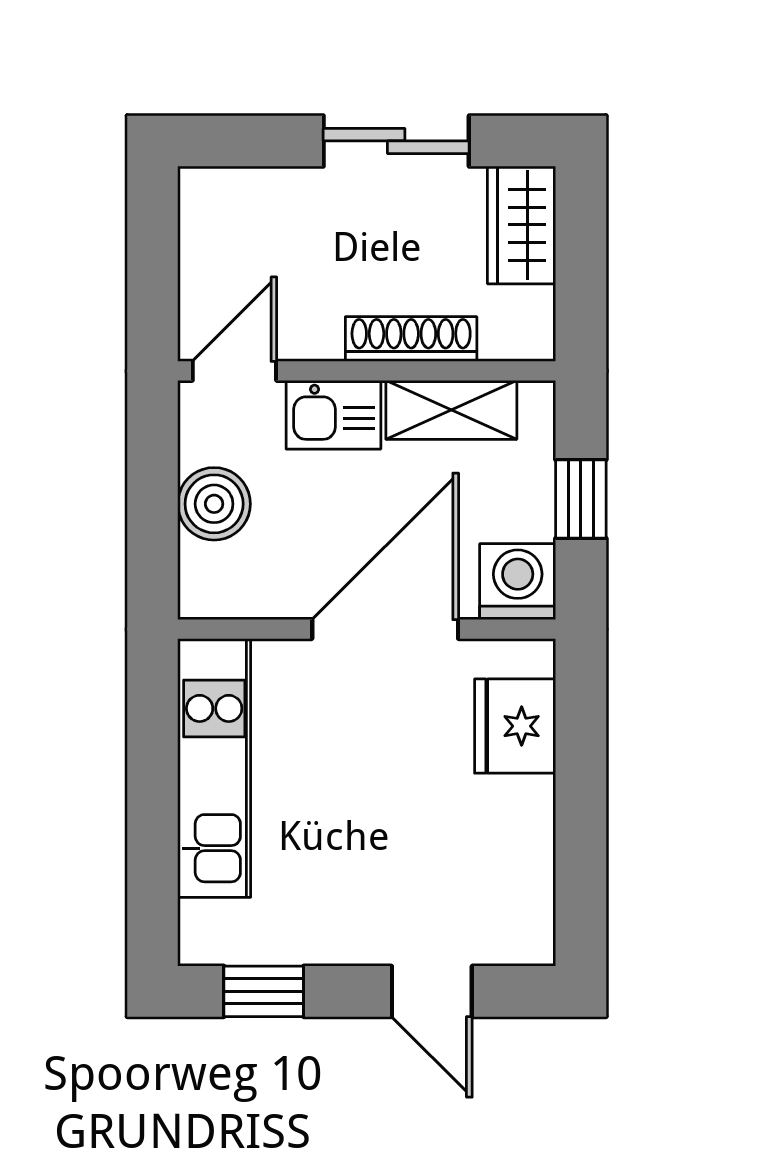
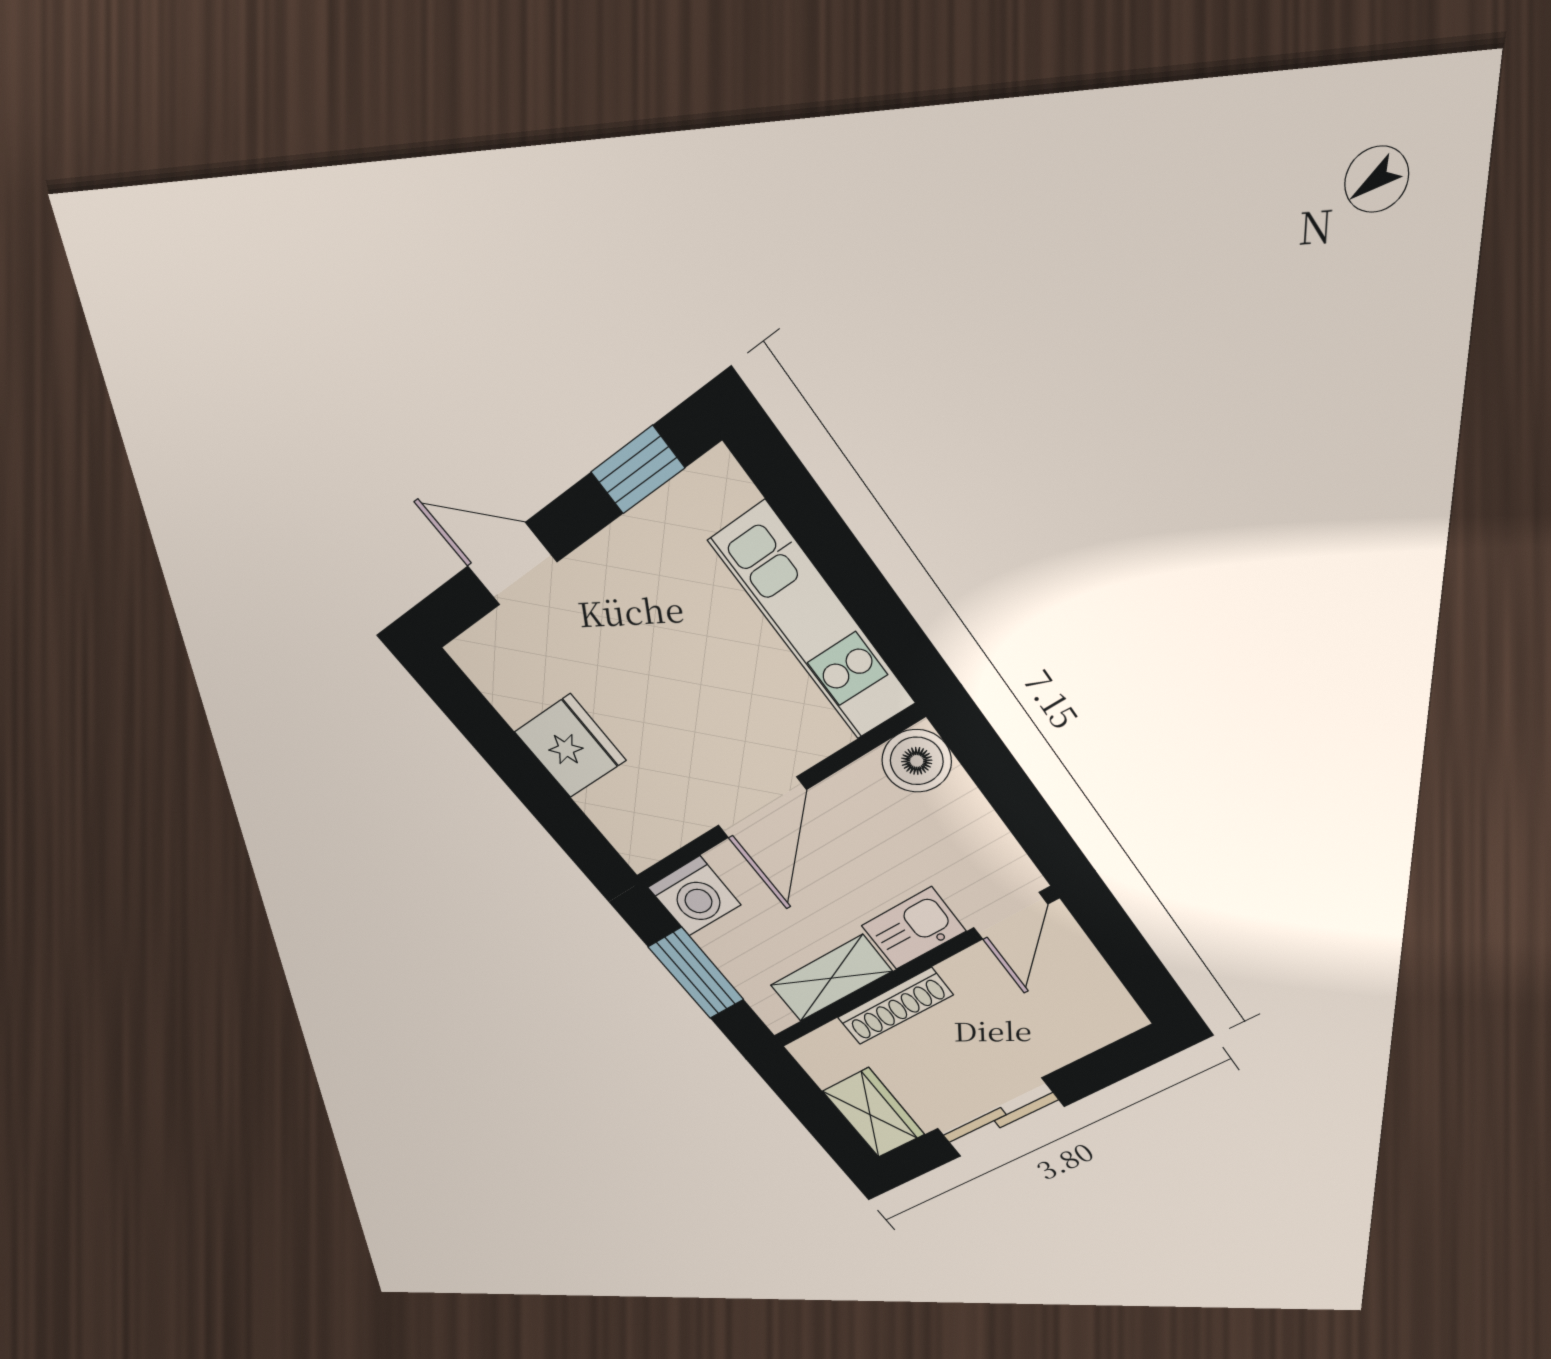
window: (581, 499) -> (696, 973), width x1.50
boiler: (214, 504) -> (917, 761), moved
door: (385, 629) -> (762, 808), width x0.73
fridge: (515, 726) -> (570, 746), moved

